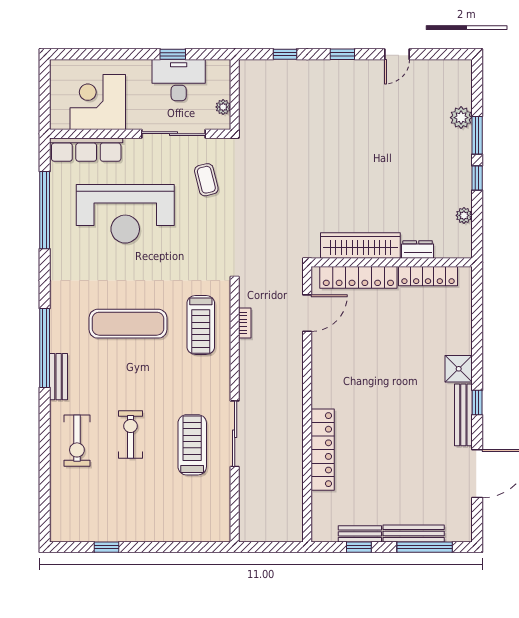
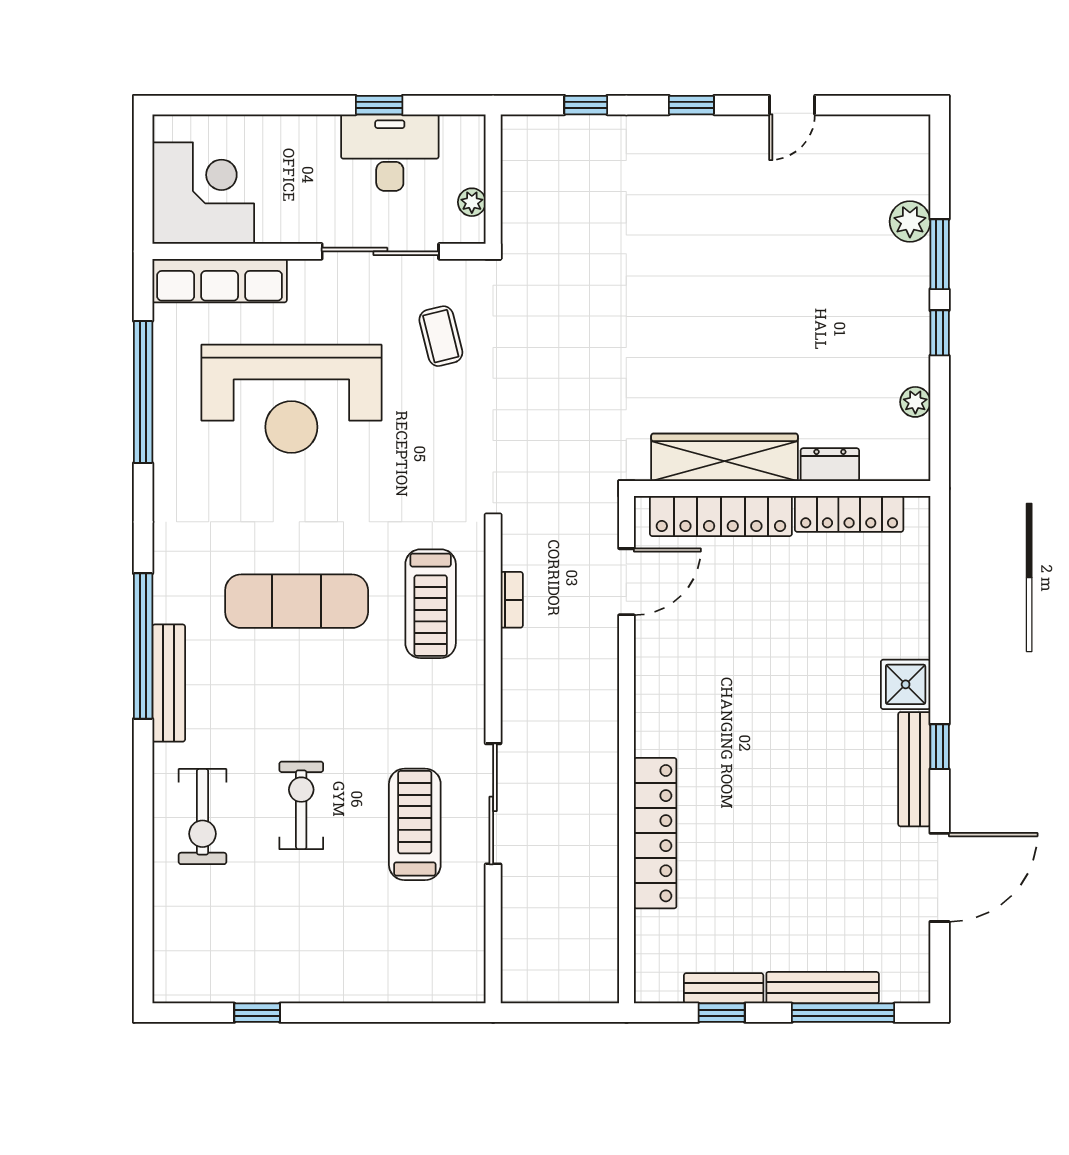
corner desk: (98, 102) -> (203, 193), moved, turned 90
bench: (59, 377) -> (169, 683), width x1.36

